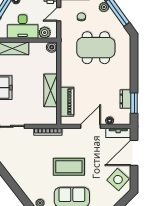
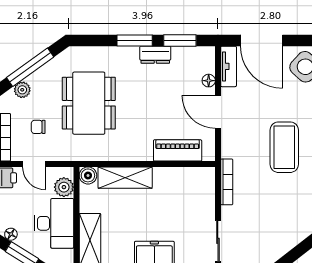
window: (134, 76) -> (135, 40), added
shelving: (50, 90) -> (125, 178), moved
dresser: (125, 99) -> (155, 55), moved

